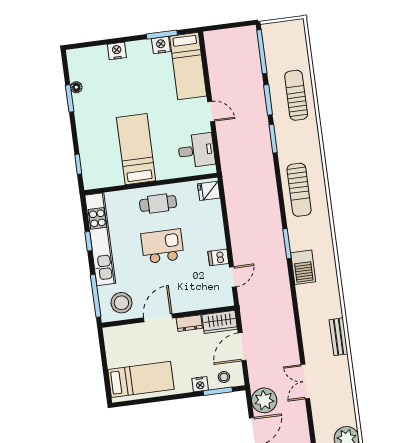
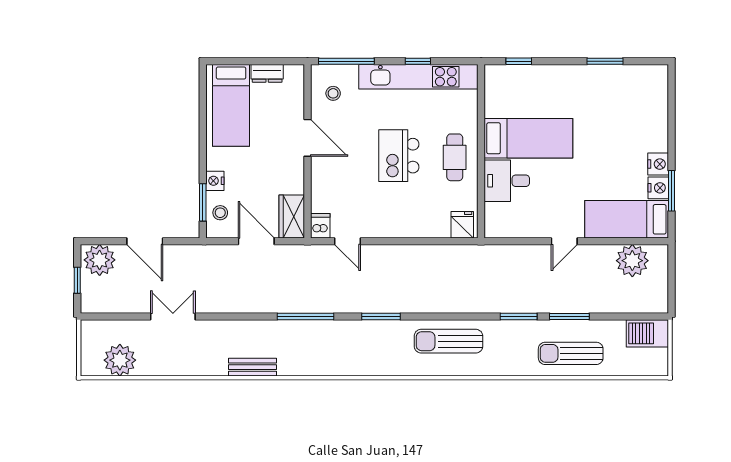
nightstand: (117, 51) -> (658, 164), moved
window: (262, 52) -> (305, 317), moved
floor lamp: (76, 87) -> (618, 72), removed
sun lounger: (296, 95) -> (571, 353), turned 180
desk: (196, 150) -> (507, 181), moved, turned 90
kitchen island: (162, 246) -> (399, 156), turned 180
dishwasher: (218, 257) -> (320, 226), moved
barbecue: (303, 267) -> (647, 333), moved
stool: (121, 303) -> (333, 93), width x0.53, depth x0.53
dresser: (189, 323) -> (267, 73), moved, turned -90
double door: (305, 381) -> (173, 317), moved
plant: (264, 400) -> (632, 261), moved

